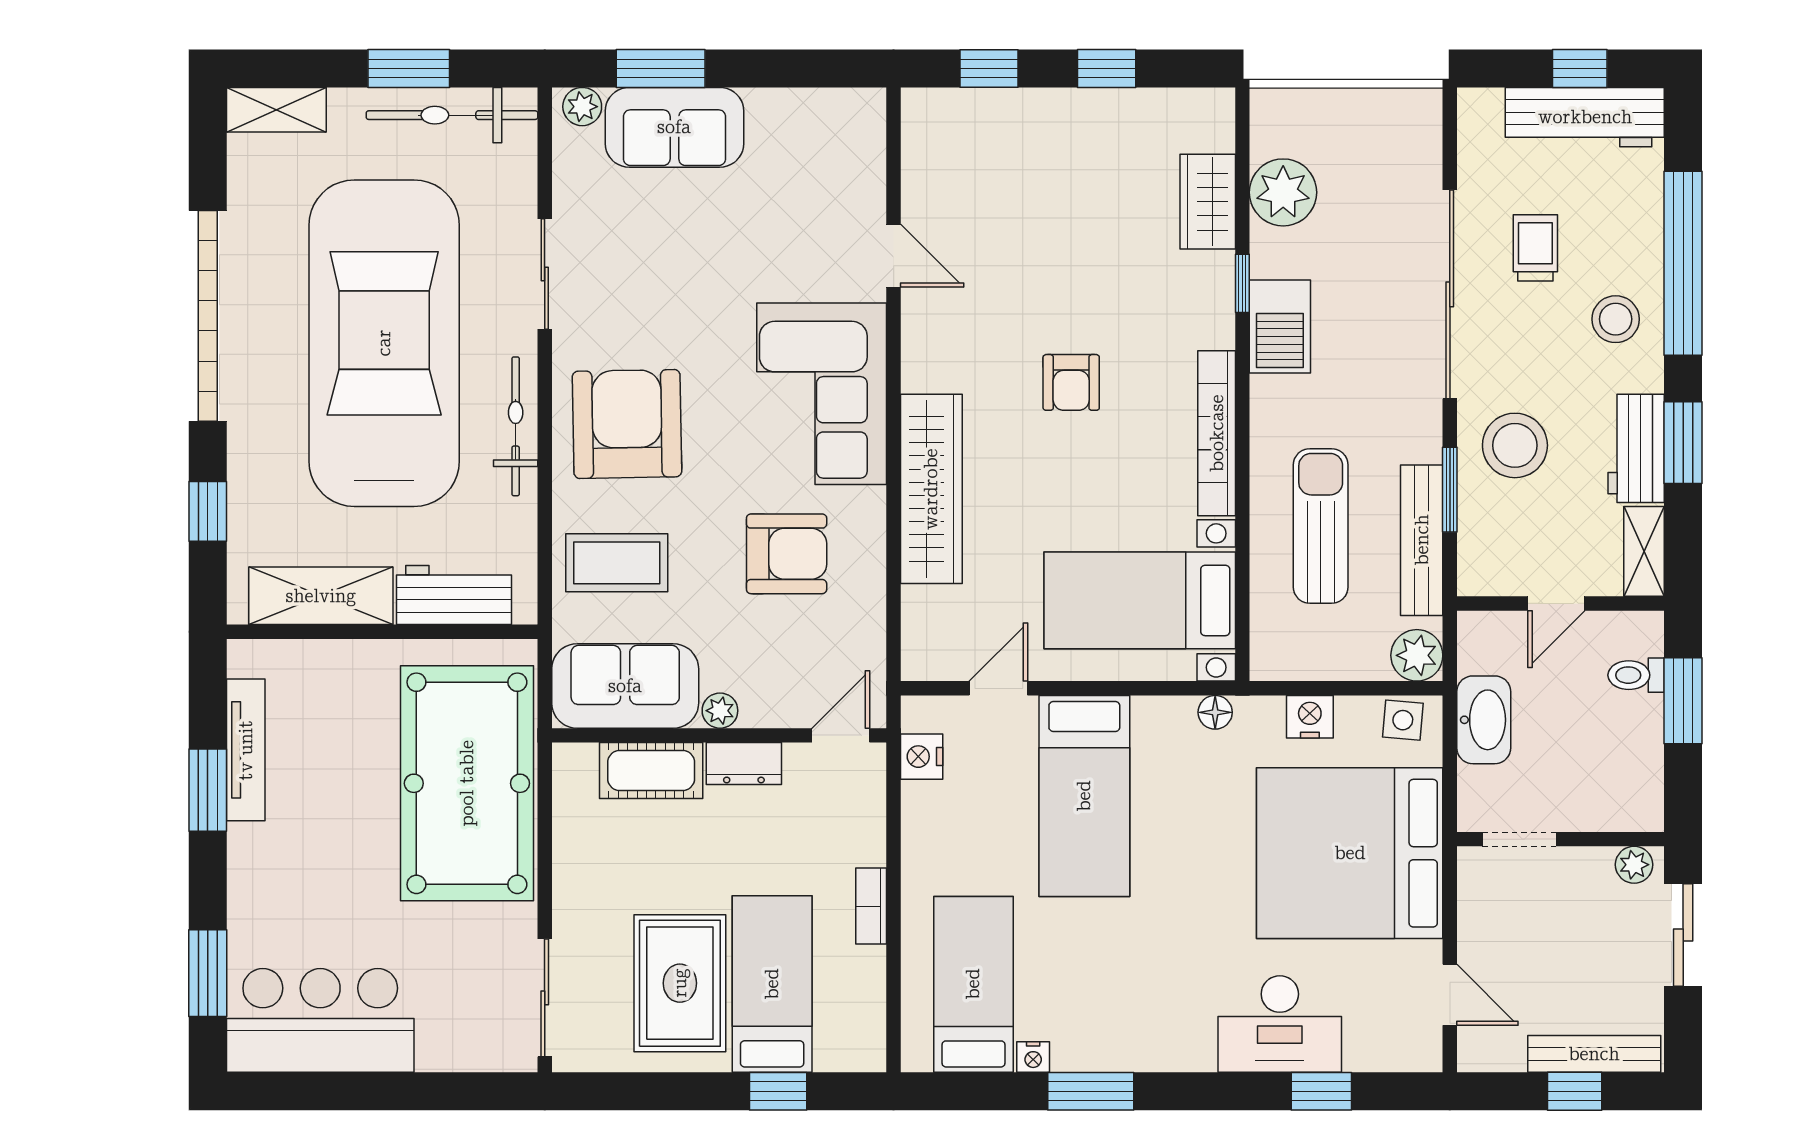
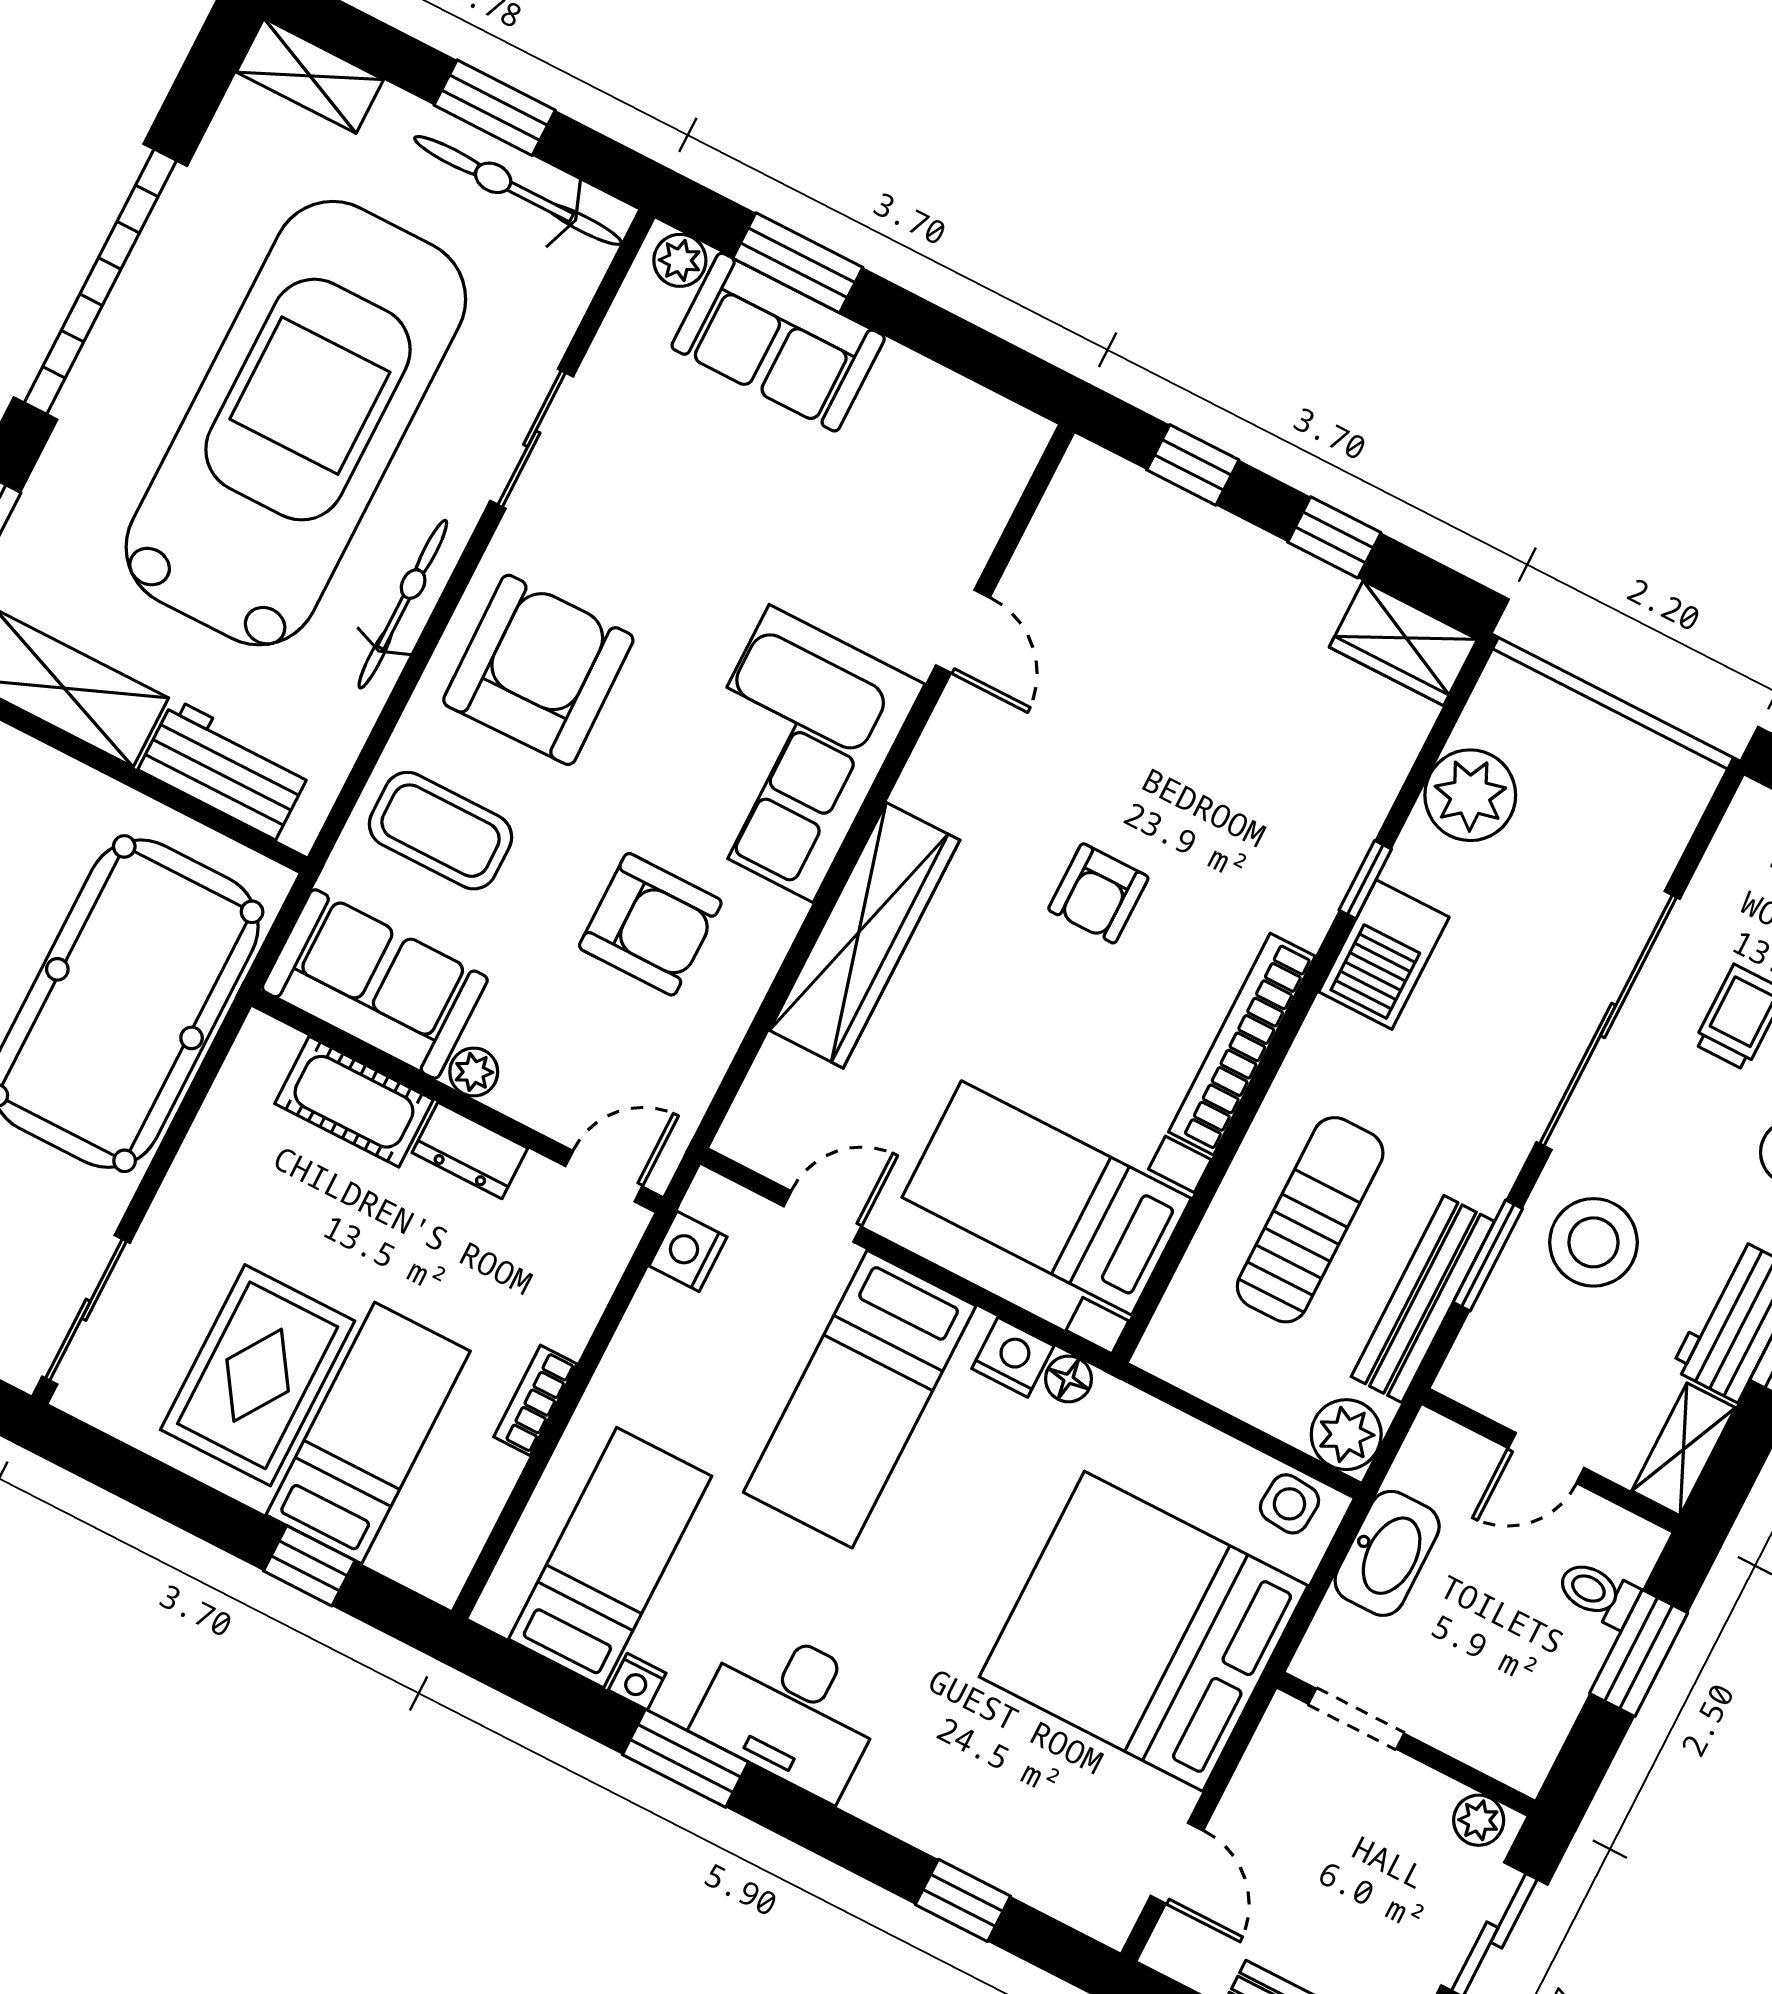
wardrobe: (1208, 202) -> (1403, 643), moved, turned -90
nightstand: (1310, 717) -> (1013, 1357), moved
desk: (1280, 1024) -> (791, 1710), moved

